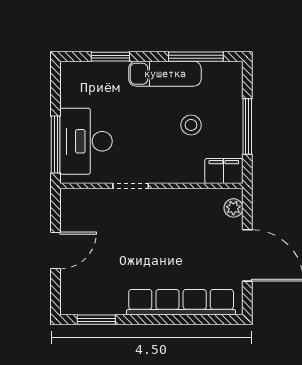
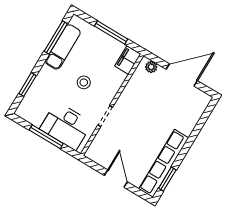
exam couch: (165, 74) -> (63, 47), moved
stool: (191, 125) -> (84, 82), moved
window: (56, 144) -> (46, 137), moved
row of seats: (181, 302) -> (164, 163), moved

